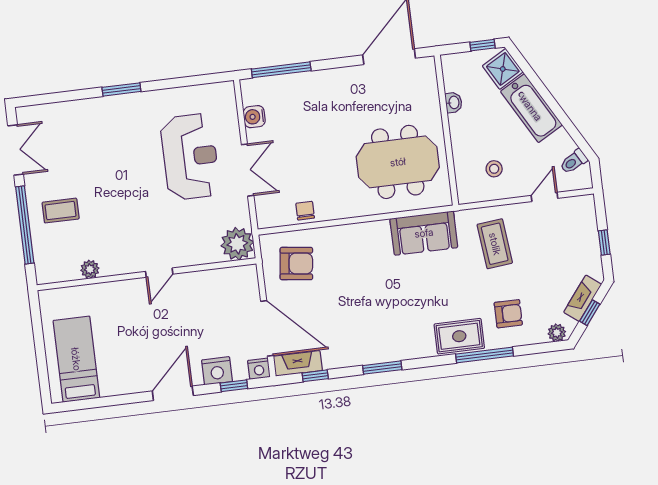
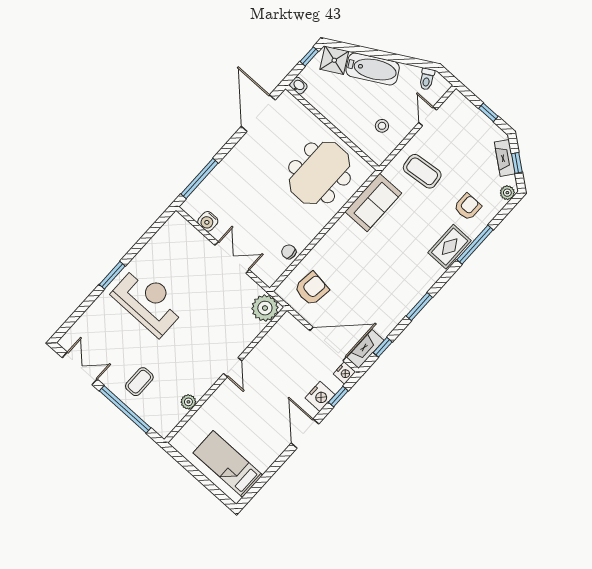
washbasin: (454, 103) -> (298, 86), moved
reception desk: (190, 157) -> (148, 301), moved

